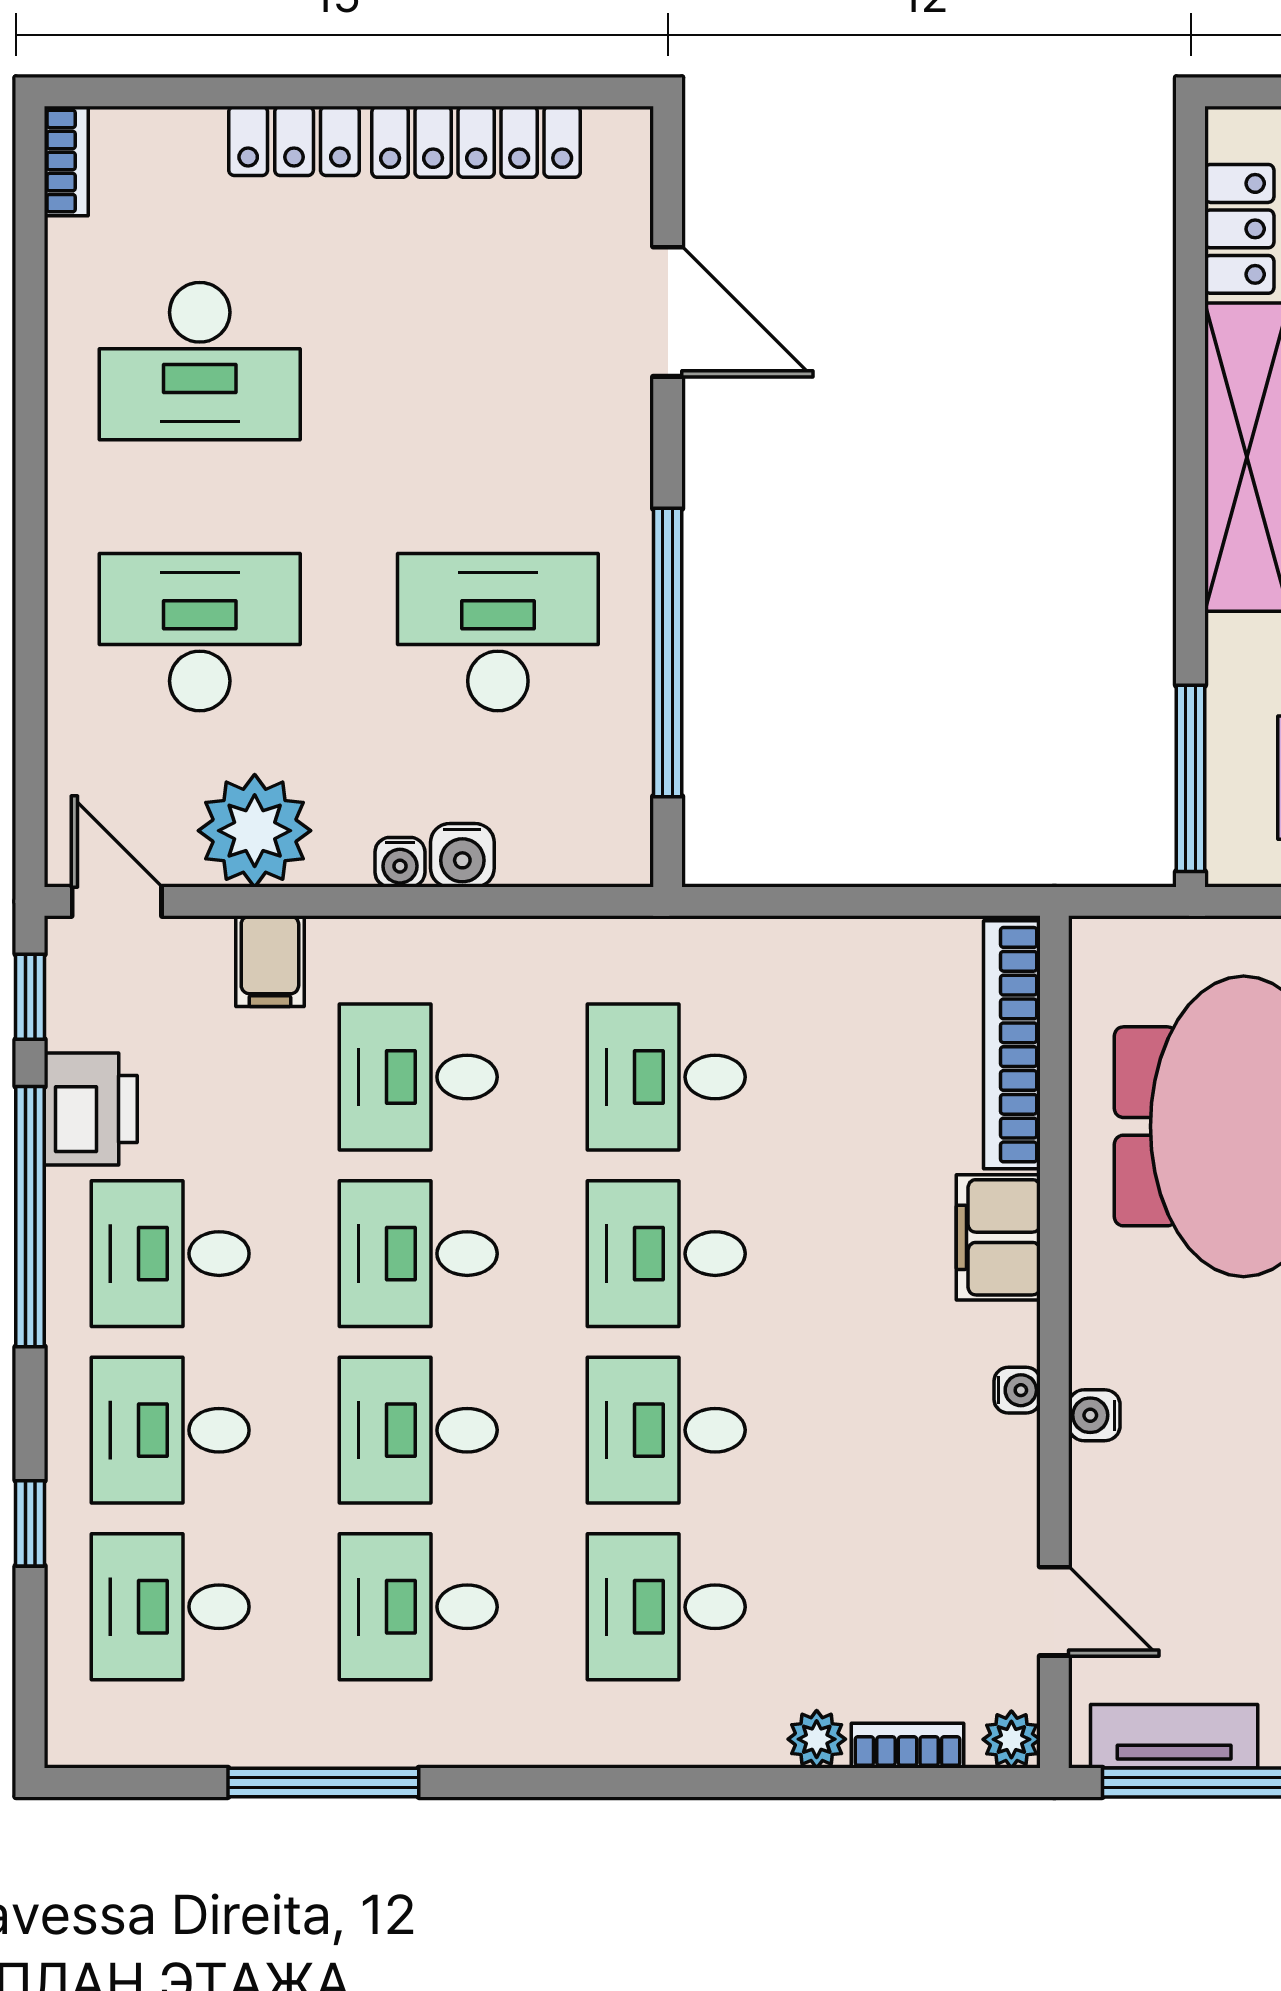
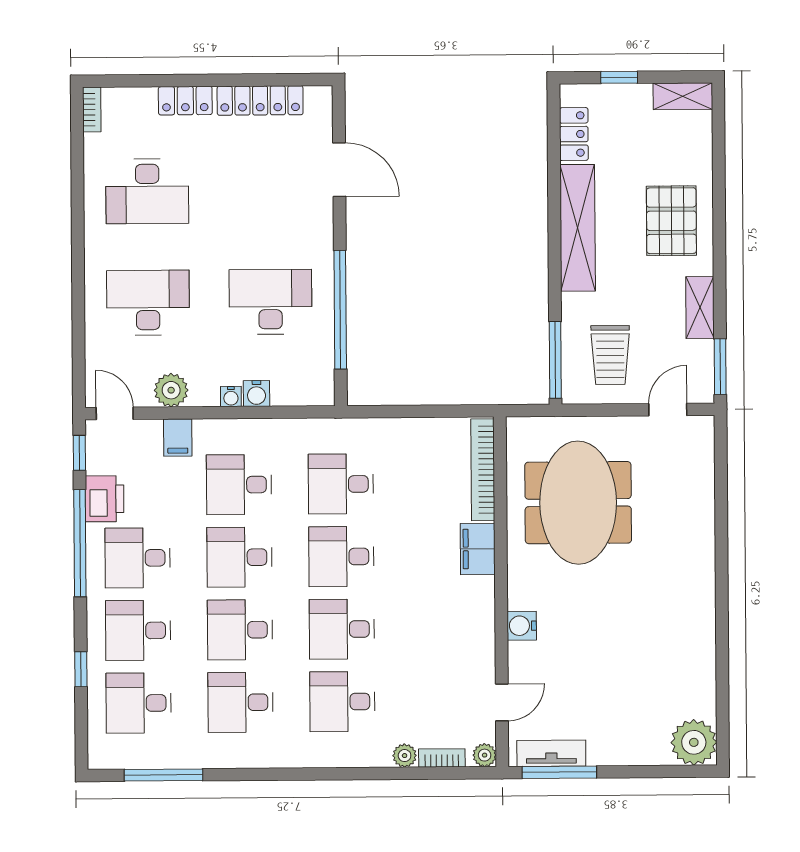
plant: (255, 831) -> (171, 390), width x0.73, depth x0.73
water cooler: (1017, 1390) -> (486, 612), removed
water cooler: (1094, 1415) -> (522, 626), width x1.38, depth x1.38
door: (1054, 1611) -> (502, 702), hinge flipped
window: (323, 1782) -> (164, 775), moved

